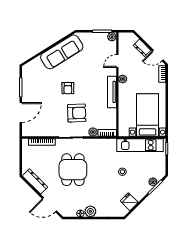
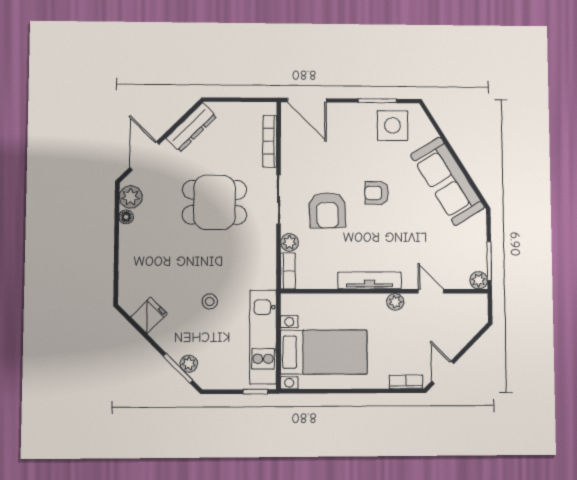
dresser: (142, 48) -> (458, 341), removed
side table: (33, 80) -> (392, 126), added
door: (21, 112) -> (307, 100), moved
plant: (90, 211) -> (131, 197), moved

